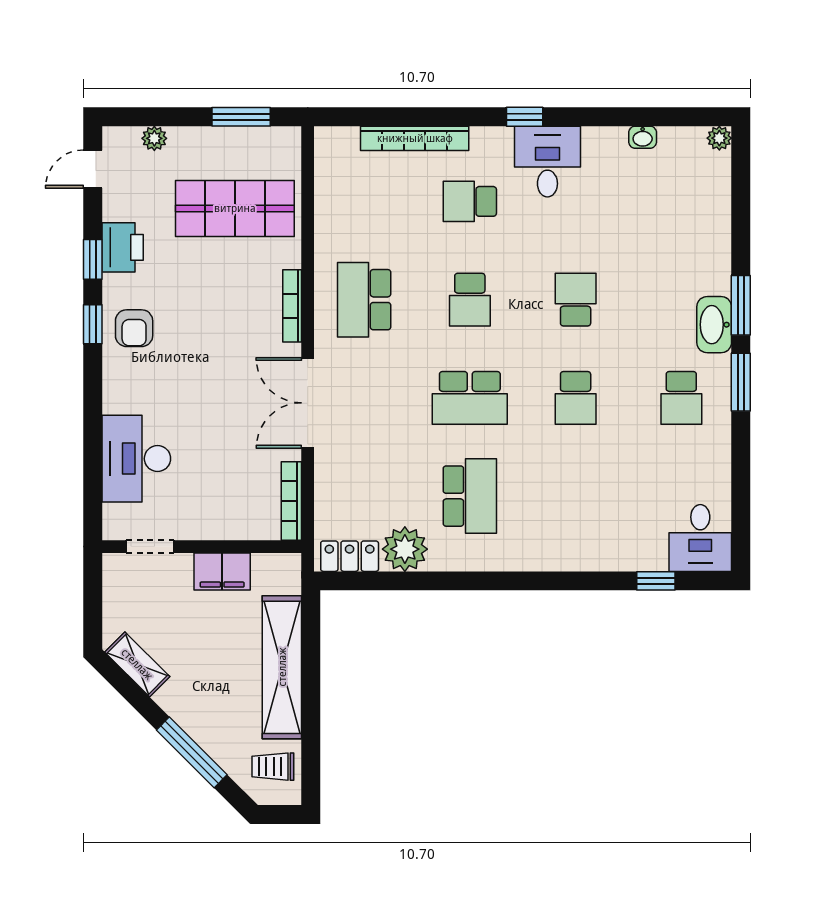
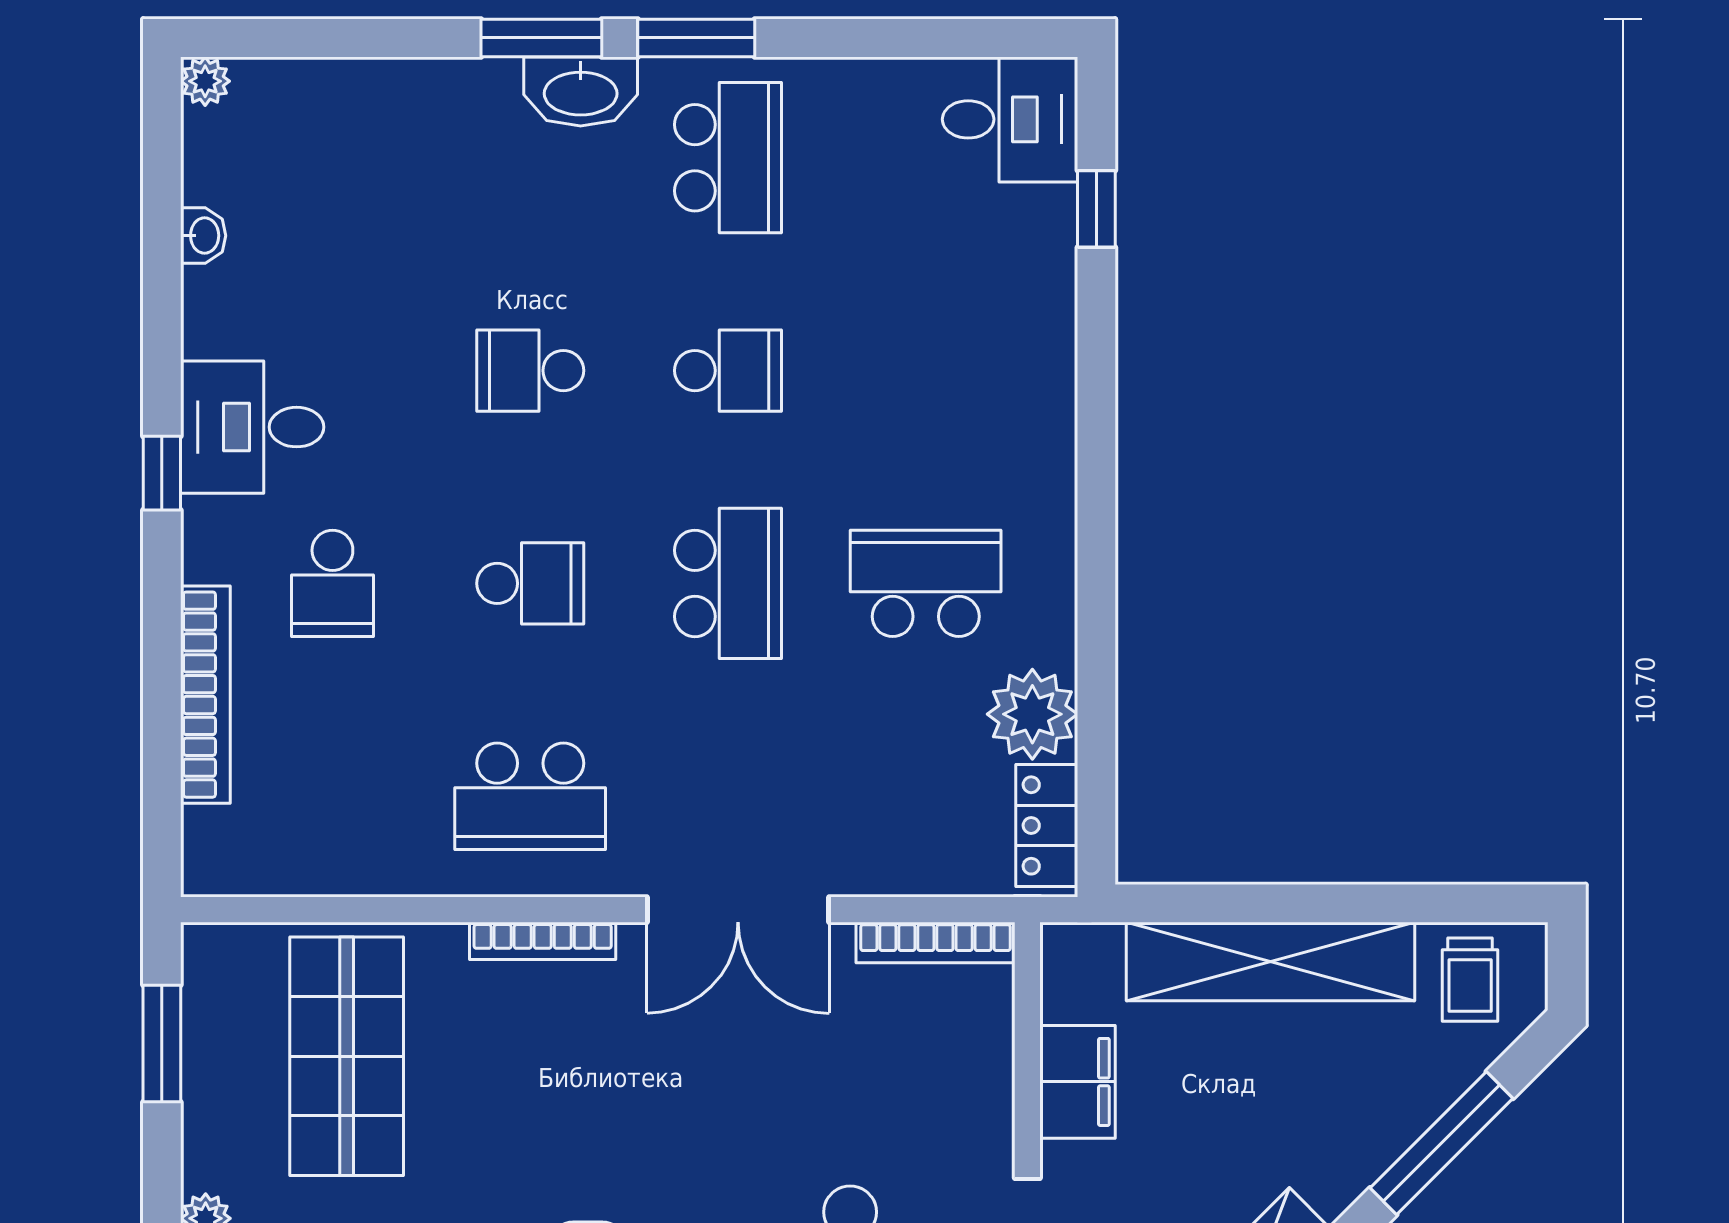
school desk: (681, 398) -> (728, 158), width x1.85

